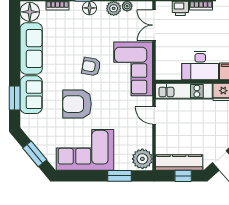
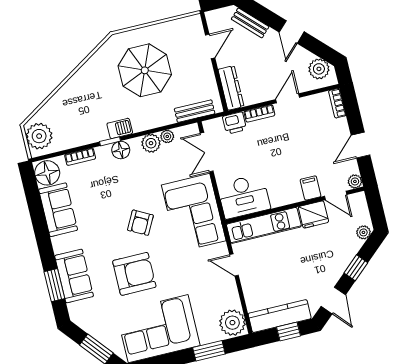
sofa: (31, 49) -> (58, 210), width x0.73
desk: (200, 66) -> (244, 196), moved
armchair: (91, 67) -> (140, 223), turned -72
armchair: (77, 104) -> (134, 274), turned 180

